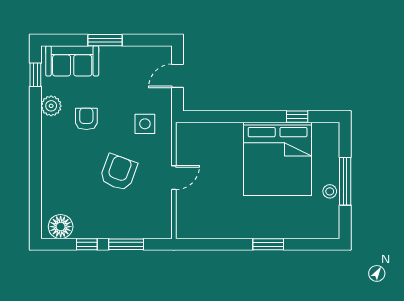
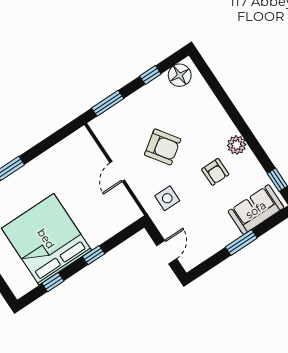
plant: (51, 106) -> (237, 145), moved
window: (245, 117) -> (94, 255), added
armchair: (119, 172) -> (163, 147), turned -55
window: (126, 244) -> (108, 103), moved

